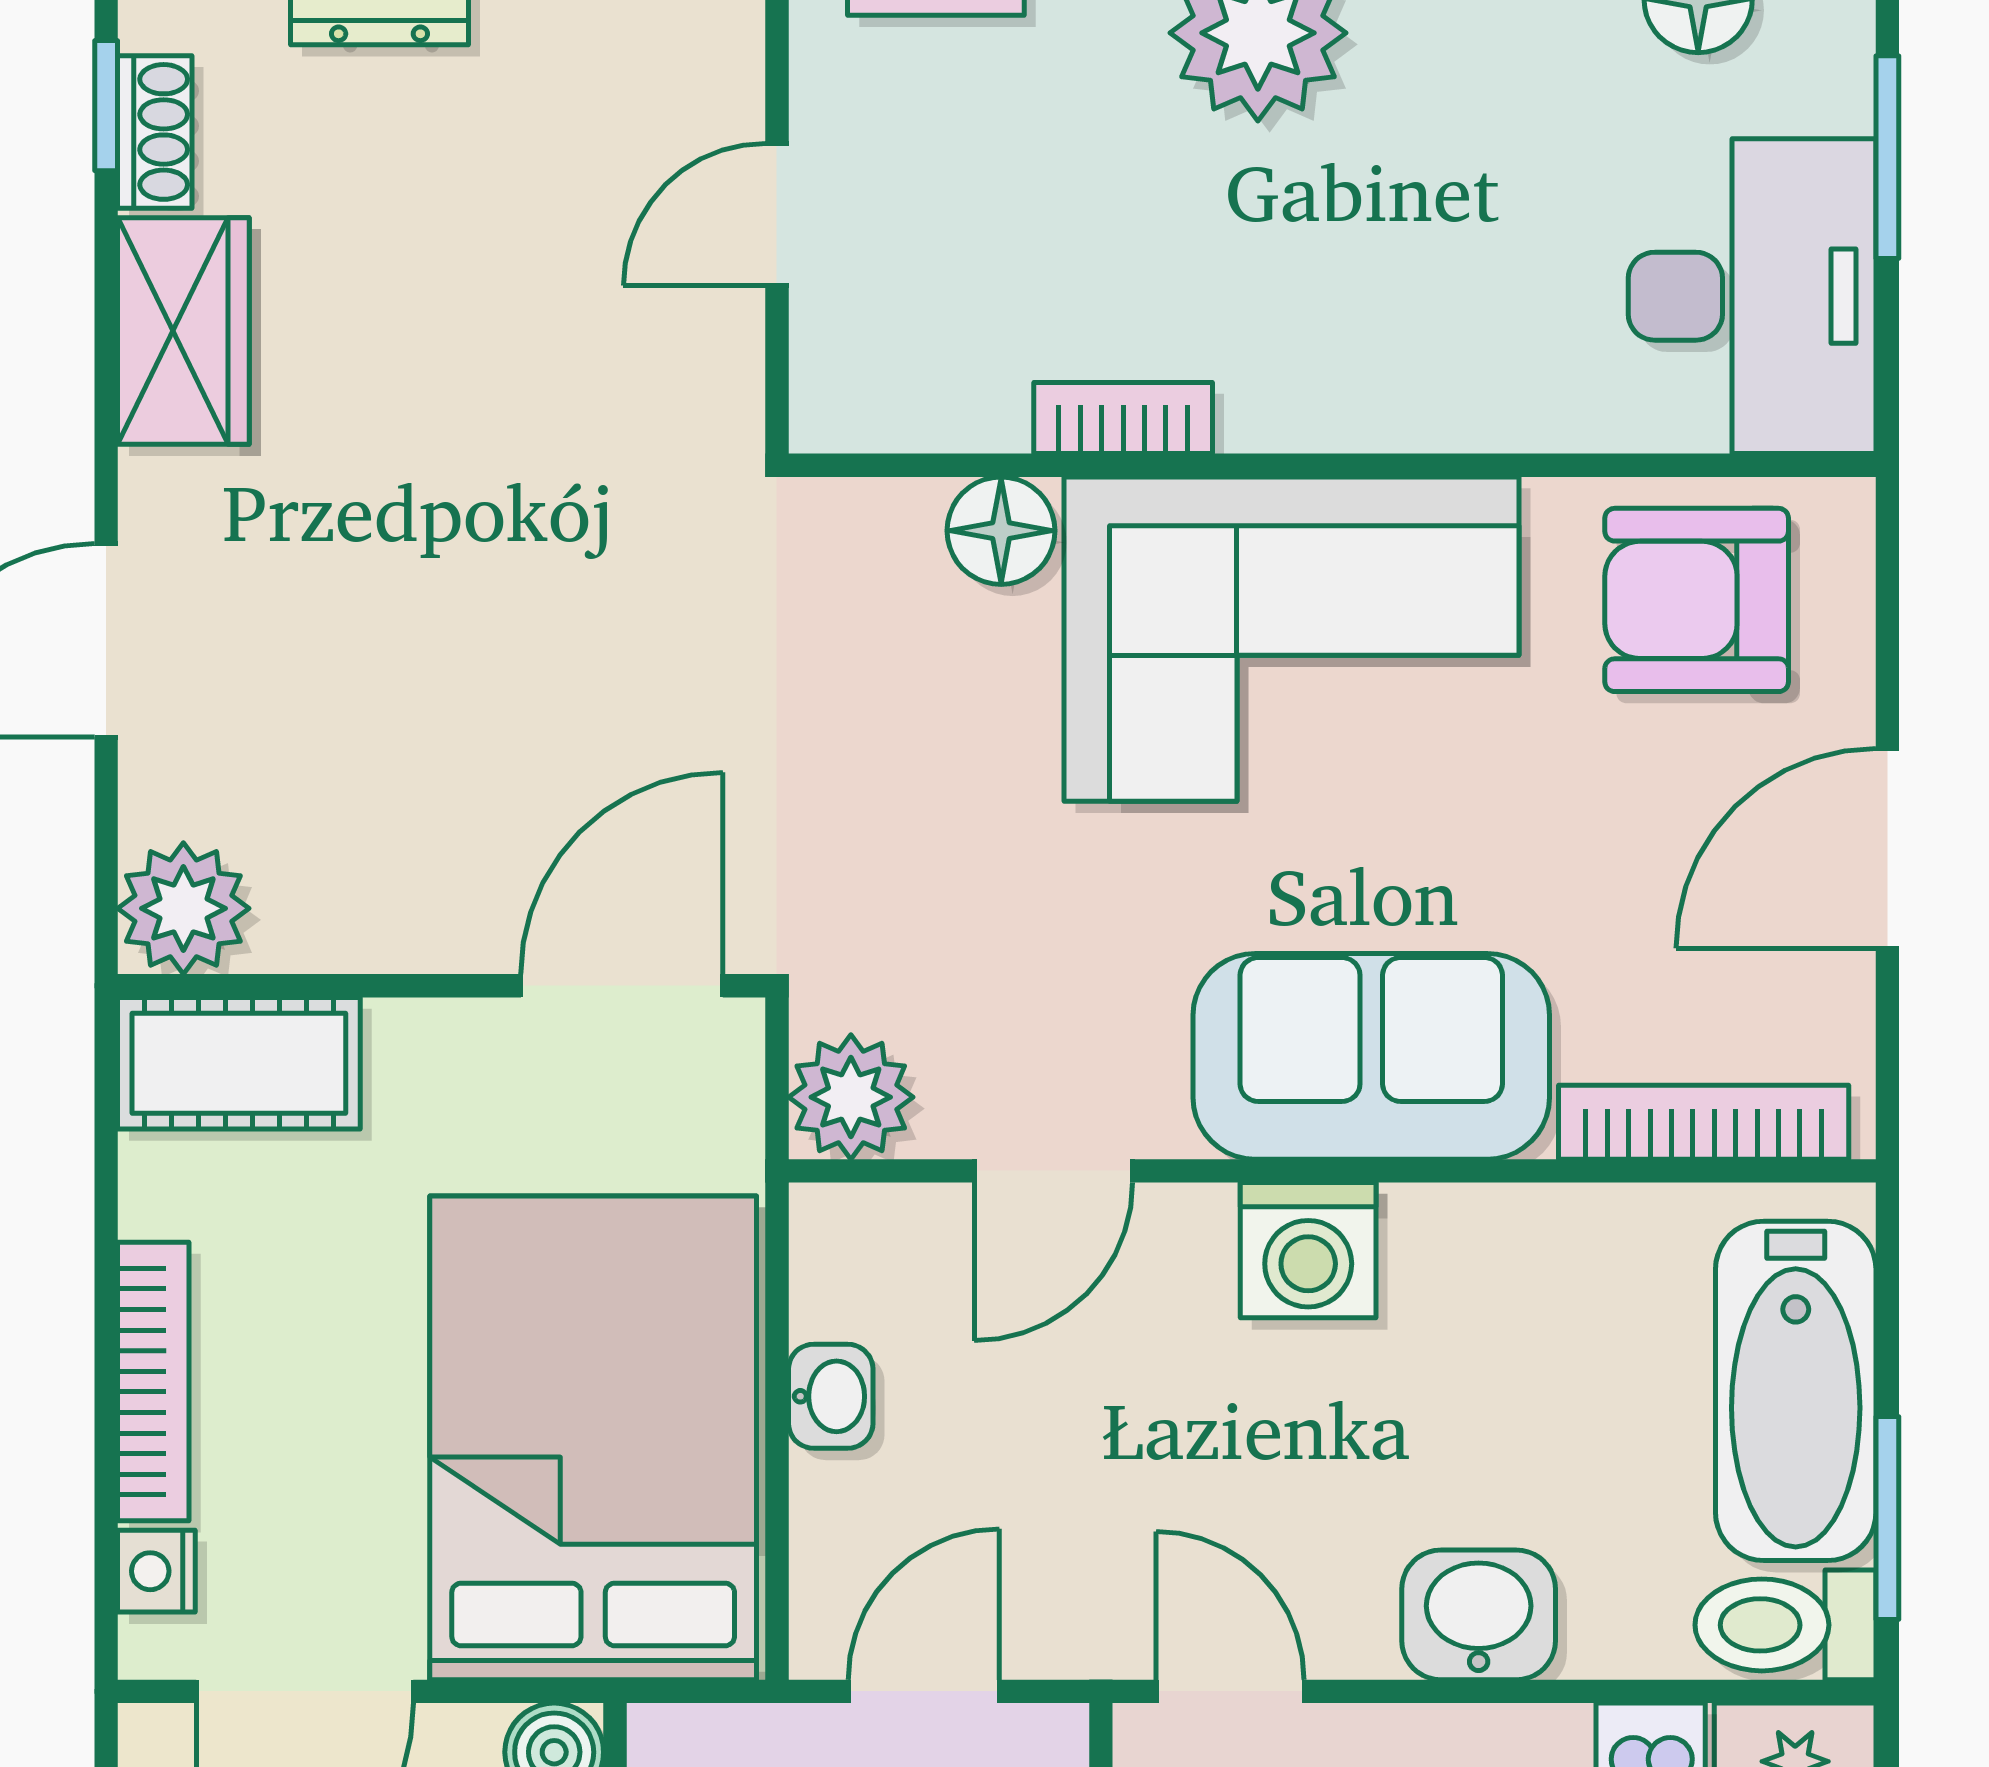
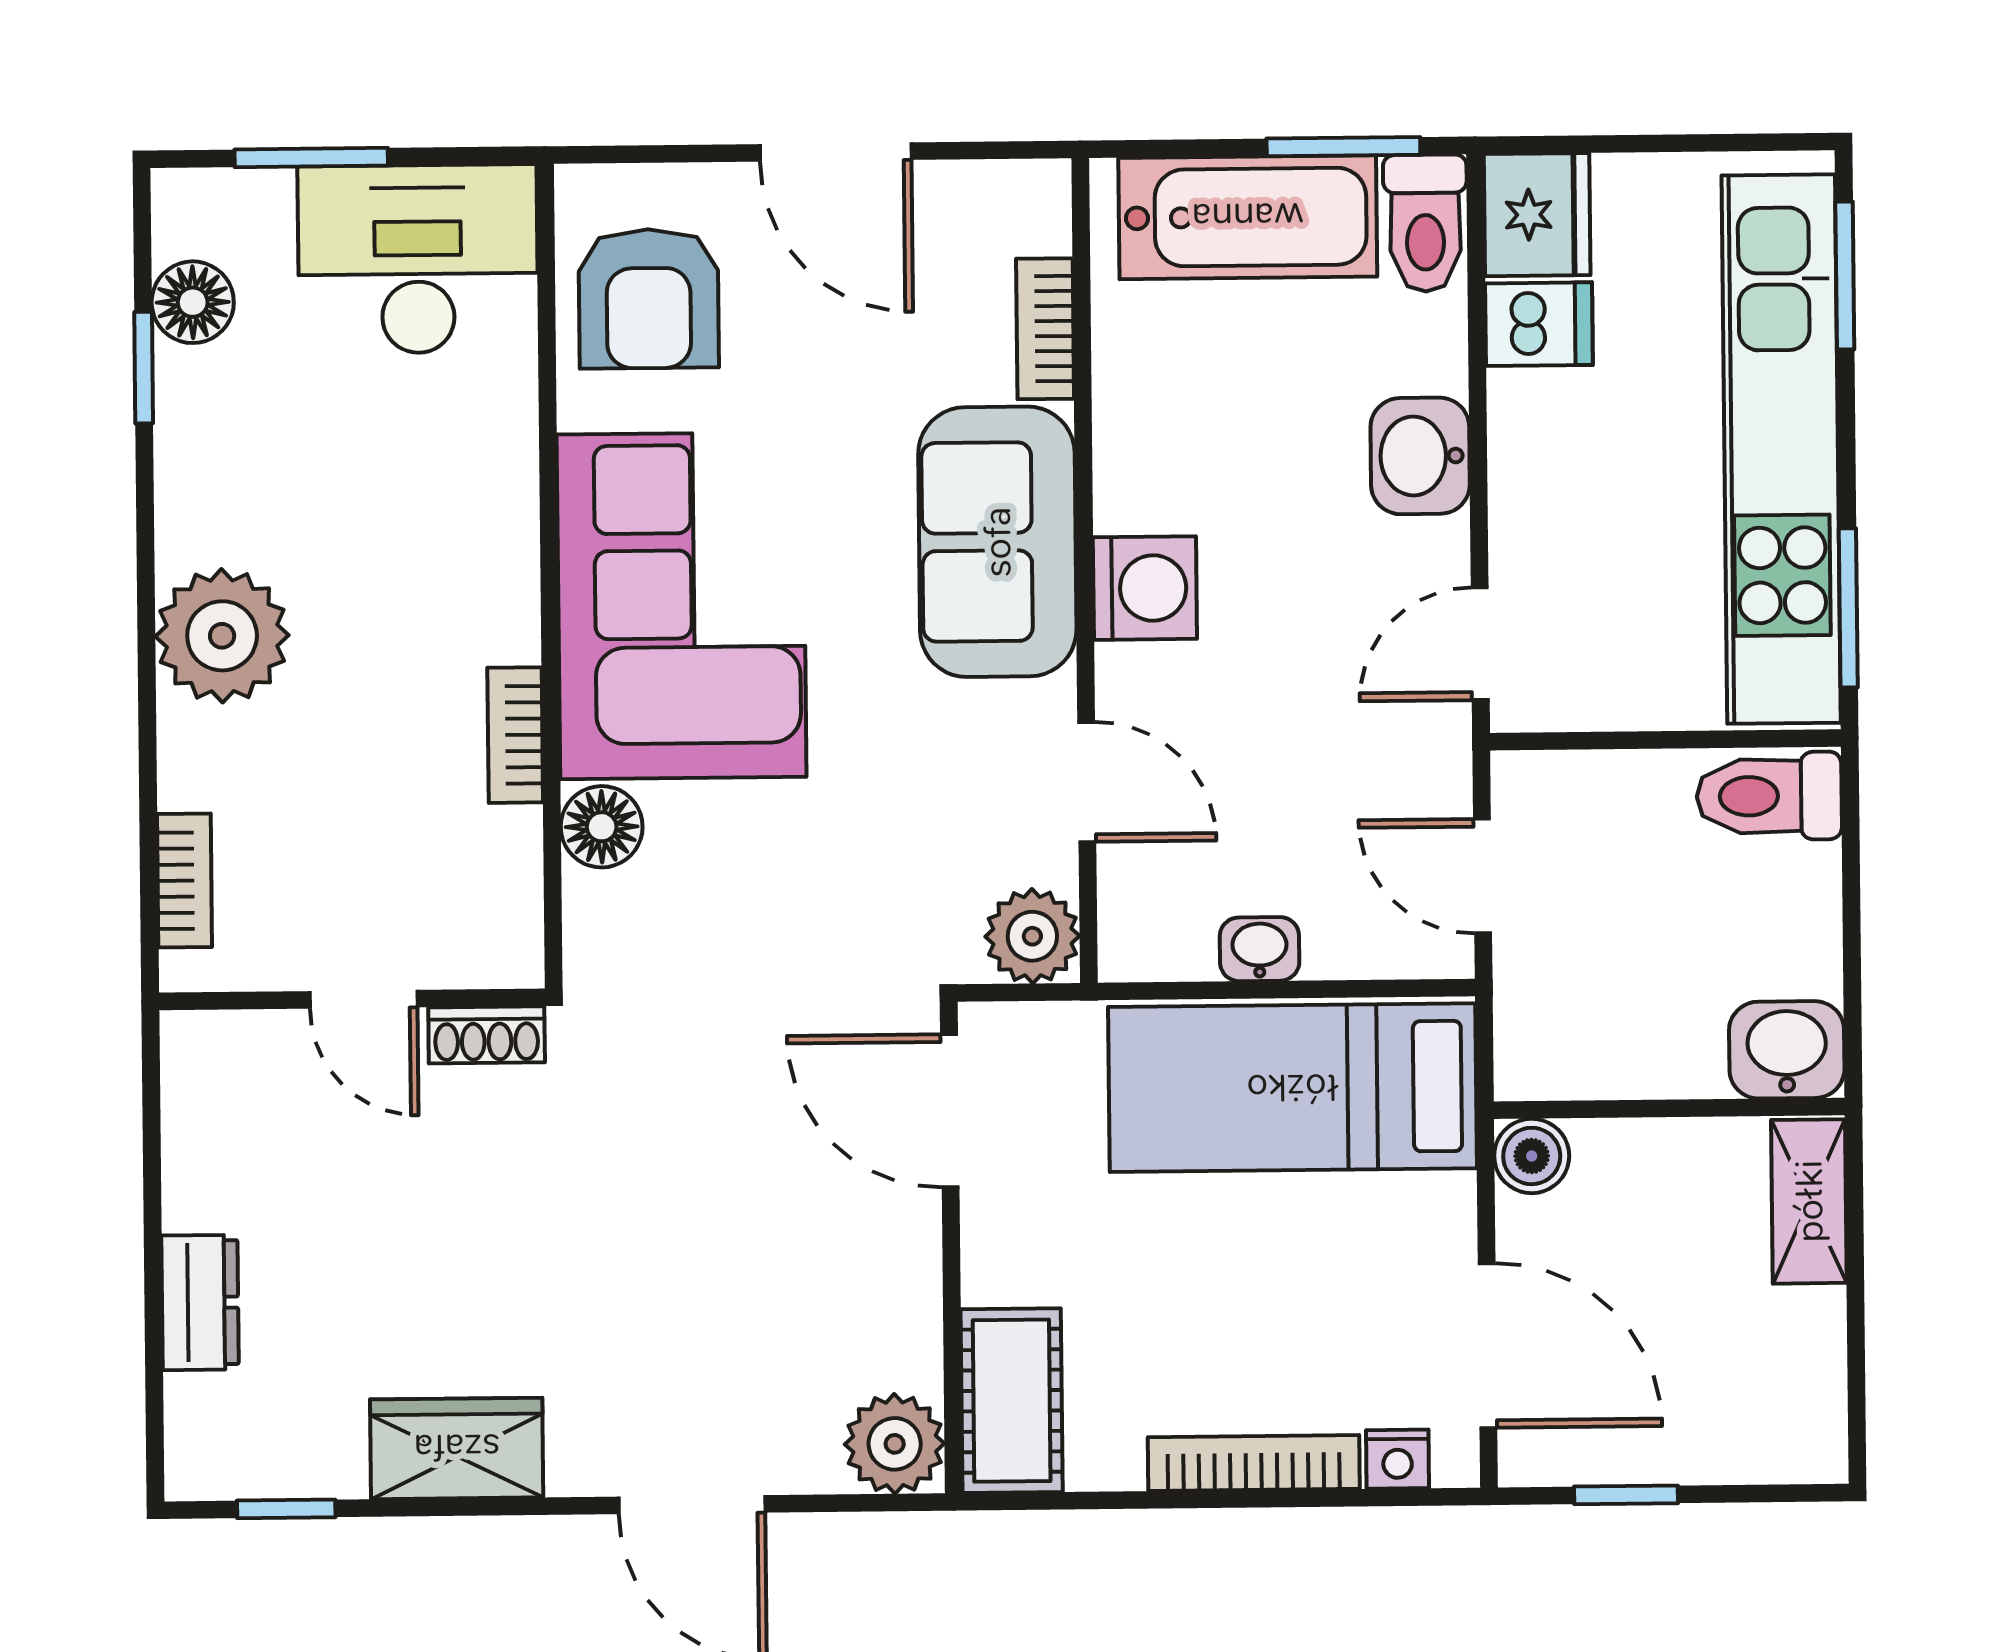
shoe rack: (155, 132) -> (487, 1035), moved, turned 180
bookcase: (1704, 1122) -> (1045, 329), width x0.64
bed: (593, 1438) -> (1292, 1088), width x0.67

